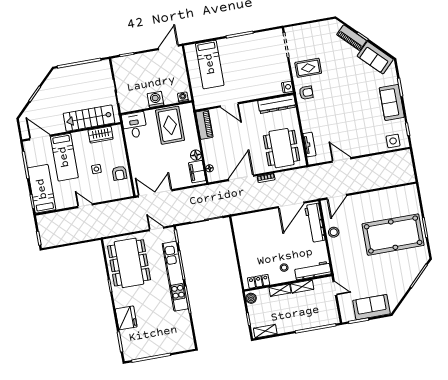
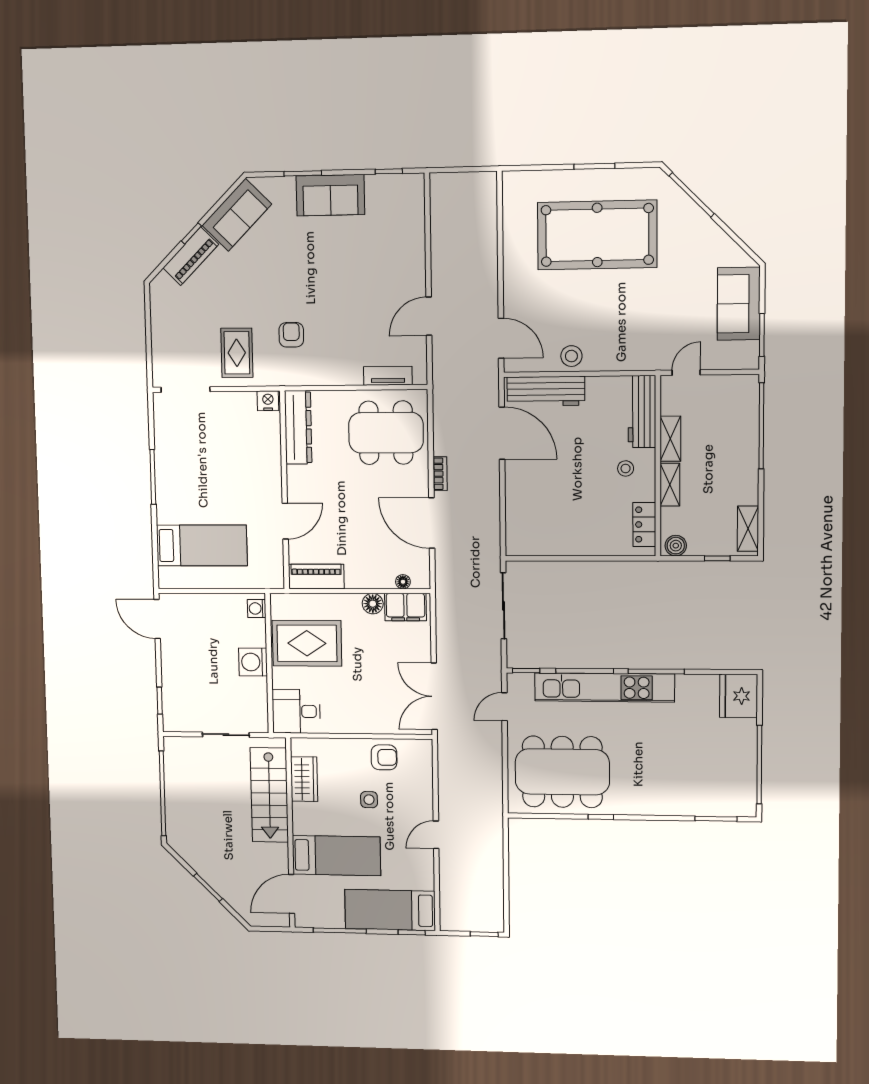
armchair: (306, 93) -> (291, 335), moved
side table: (393, 141) -> (408, 205), removed
pool table: (393, 235) -> (597, 235), turned 90
fridge: (126, 318) -> (739, 696), moved, turned -90

